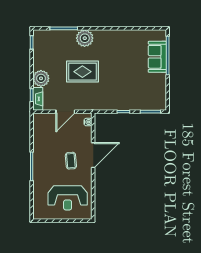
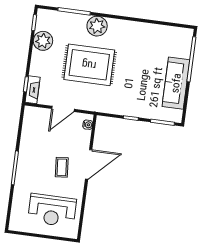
sofa: (157, 57) -> (176, 83), moved, width x1.36
rug: (82, 72) -> (89, 65), width x1.37, depth x1.44
plant: (41, 78) -> (43, 41), moved

